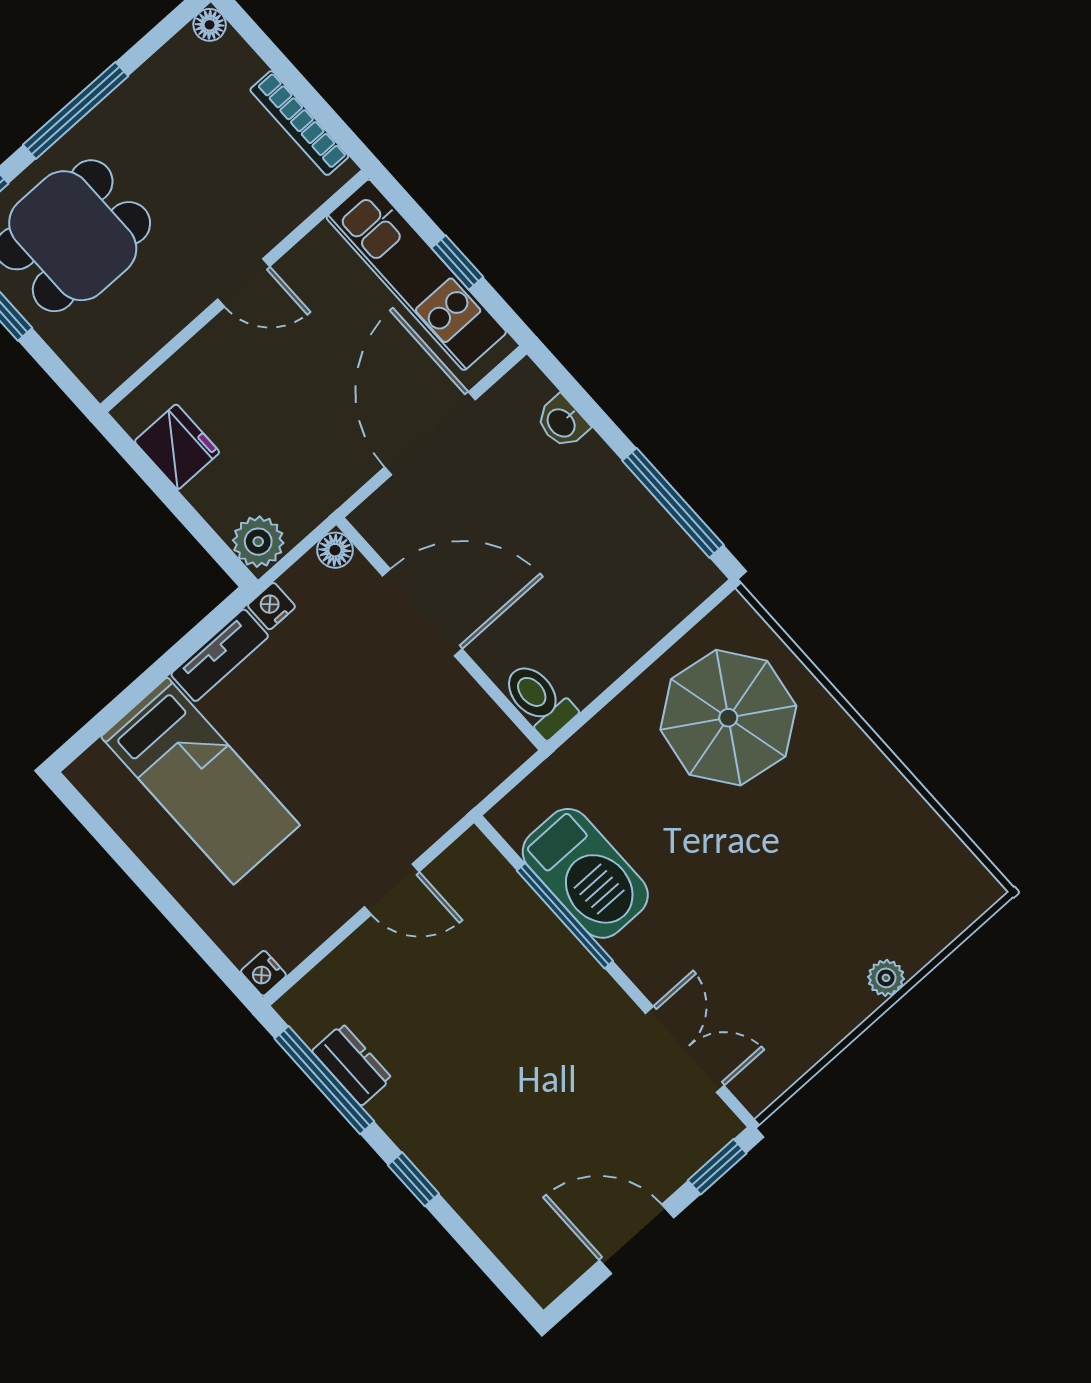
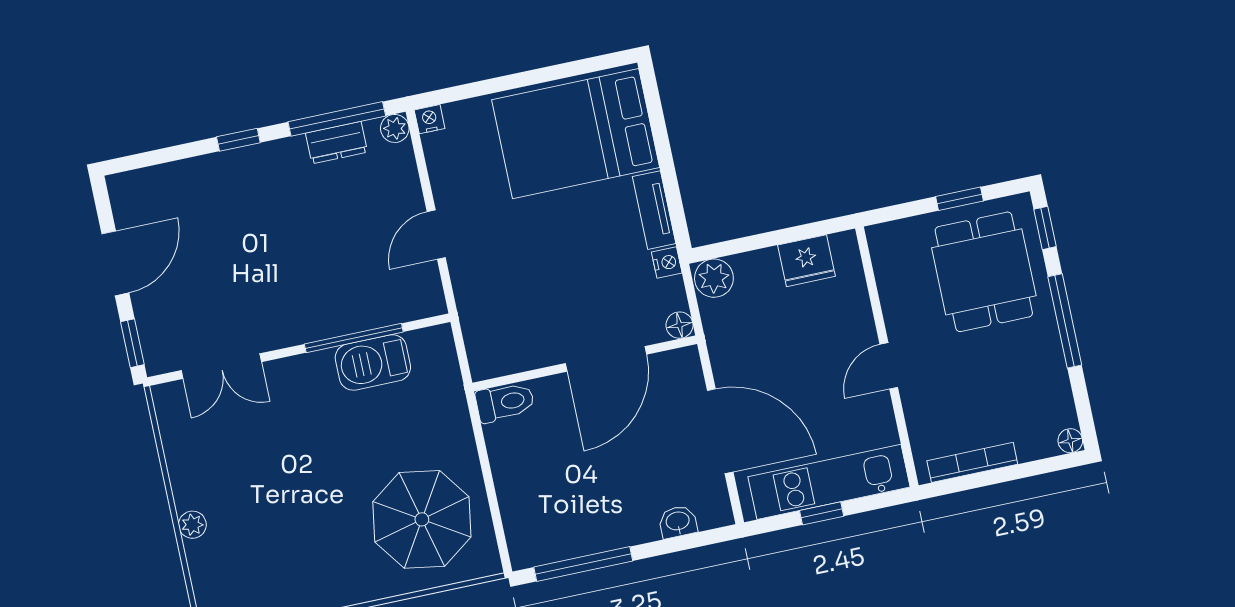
bed: (200, 781) -> (576, 134), width x1.50
barbecue: (585, 873) -> (373, 362), width x0.73, depth x0.83
plant: (297, 1007) -> (395, 128), added

